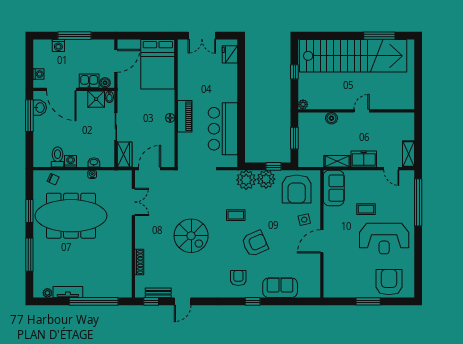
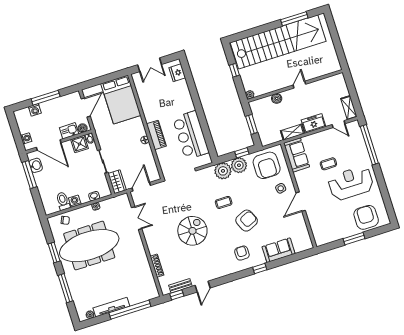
spiral stairs: (191, 236) -> (192, 231), turned -90
reception desk: (384, 239) -> (351, 183), turned 180
tv unit: (68, 292) -> (111, 307), width x1.41

